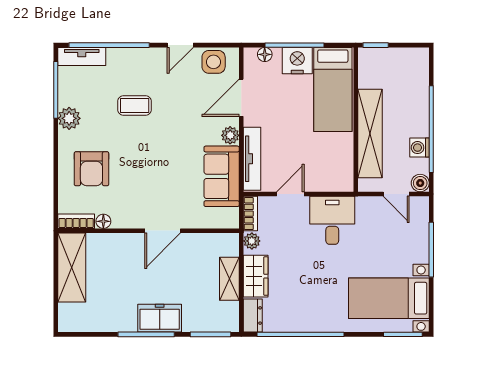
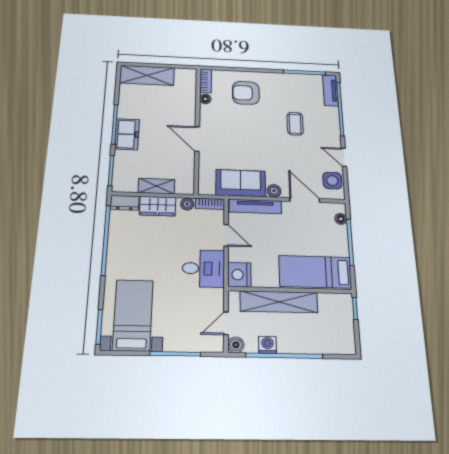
nightstand: (297, 61) -> (239, 275), moved, turned 180
plant: (69, 118) -> (284, 80), removed
shelving: (72, 268) -> (147, 75), moved

